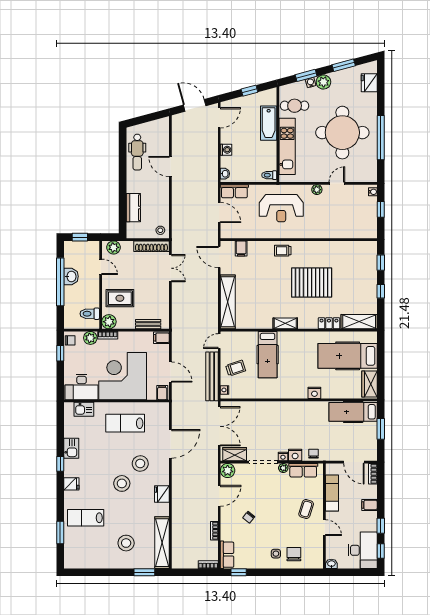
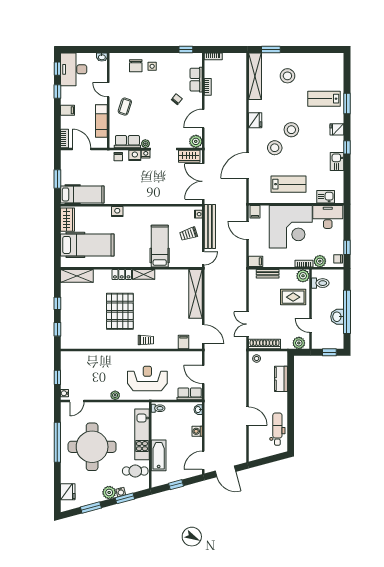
door: (337, 183) -> (77, 401), moved
pallet: (312, 282) -> (120, 311), turned 90
locker: (329, 323) -> (122, 275), moved
lab bench: (86, 518) -> (324, 99), turned 180
window: (60, 532) -> (347, 104), moved
row of seats: (227, 555) -> (196, 80), moved

